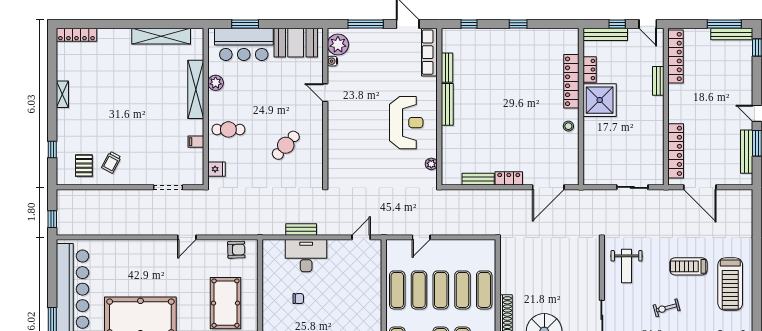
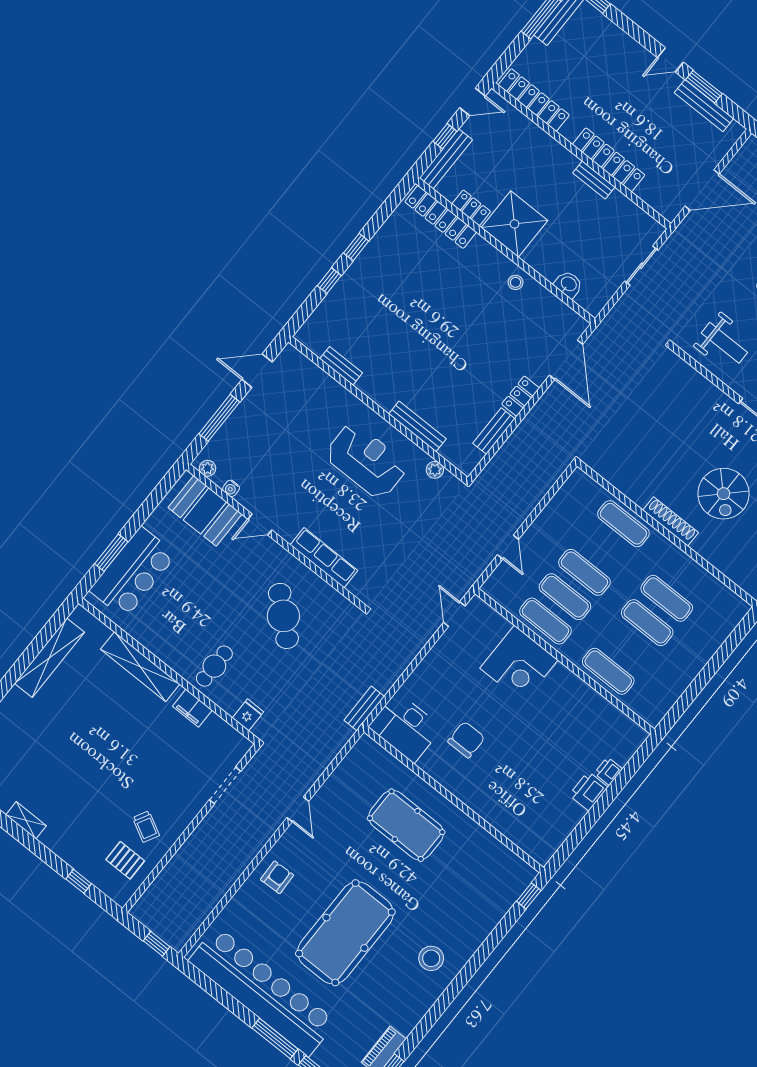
window: (469, 24) -> (329, 281), moved
booth: (296, 43) -> (205, 511), moved, turned 90
plant: (338, 44) -> (208, 468), width x0.53, depth x0.53
row of seats: (429, 52) -> (324, 558), moved, turned 180
locker: (571, 81) -> (441, 217), moved
bench: (658, 81) -> (594, 180), moved
plant: (216, 83) -> (151, 639), removed
bench: (447, 104) -> (417, 426), moved
filing cabinet: (196, 142) -> (192, 708), width x2.00
cafe table: (286, 145) -> (283, 616), width x1.37, depth x1.35
locker: (676, 151) -> (609, 160), moved
washbasin: (590, 156) -> (568, 284), added
bench: (301, 229) -> (364, 708), moved
armchair: (236, 250) -> (277, 877), moved
desk: (306, 256) -> (405, 727), moved, turned -90
exercise mat: (462, 290) -> (604, 548), removed
corner desk: (362, 294) -> (519, 664), added
chair: (298, 299) -> (466, 740), width x1.87, depth x1.87

